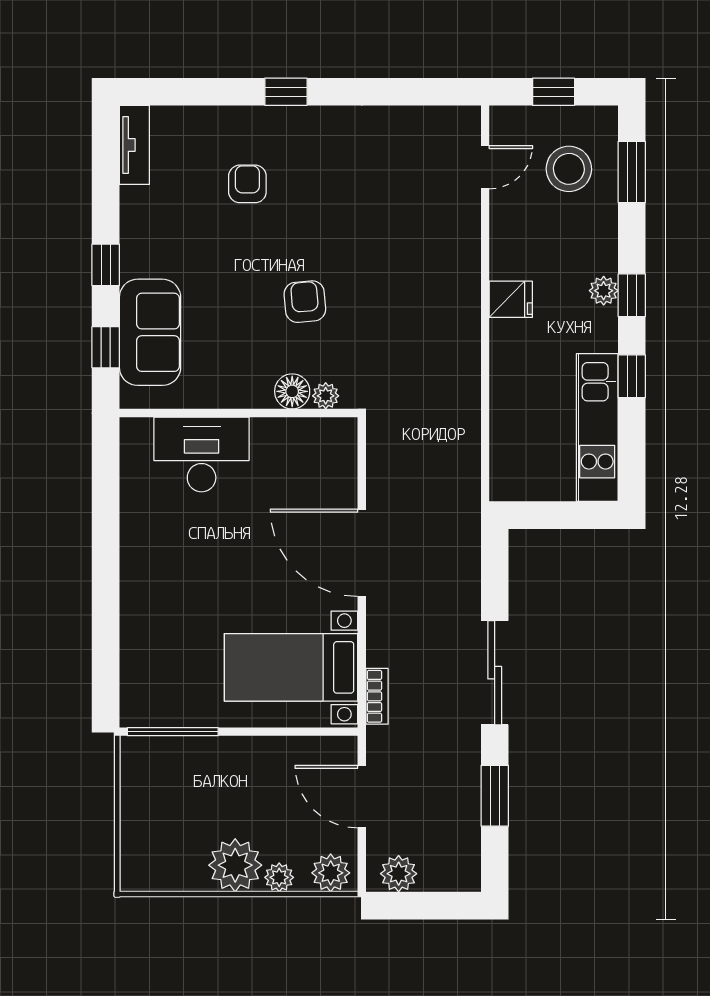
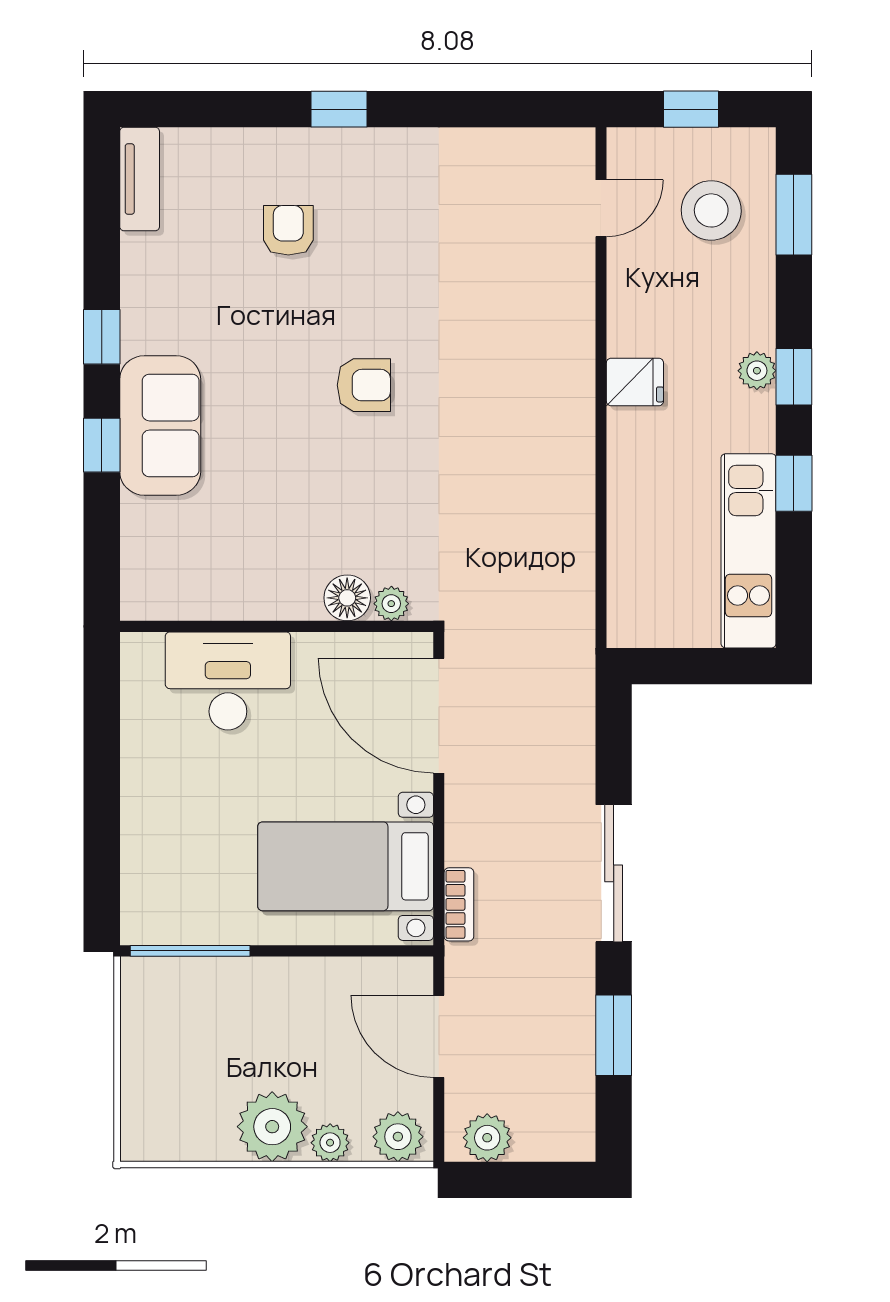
armchair: (305, 302) -> (364, 385), turned 95
floor lamp: (292, 391) -> (347, 598), moved
plant: (326, 396) -> (391, 604), moved
wall: (239, 413) -> (277, 626), moved
desk: (202, 455) -> (228, 681), moved

